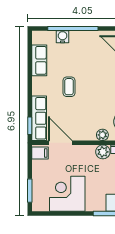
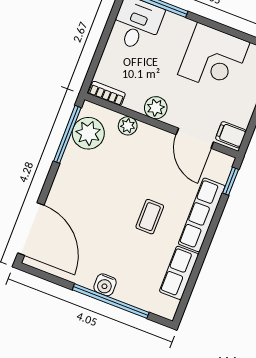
water cooler: (63, 37) -> (105, 285), moved
row of seats: (39, 118) -> (202, 215), moved
plant: (103, 152) -> (156, 108), moved

